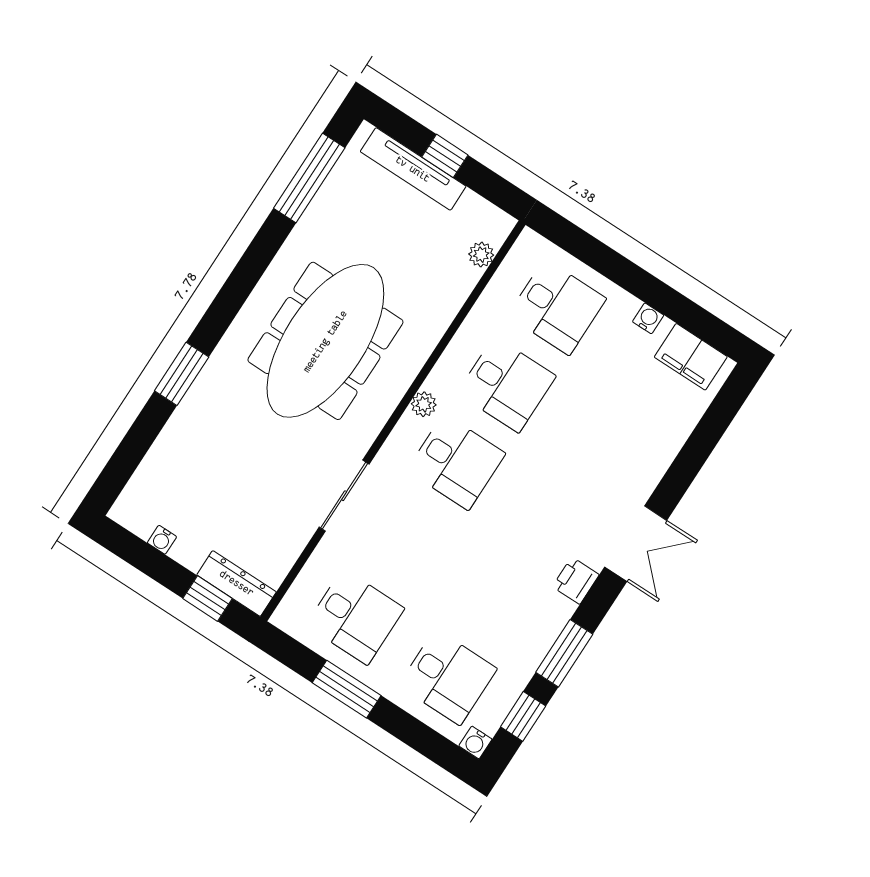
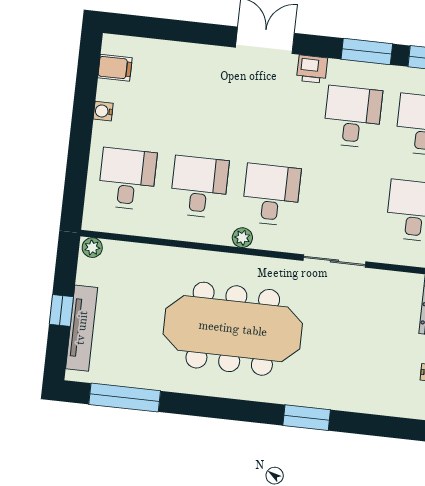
plant: (481, 255) -> (92, 248), moved
filing cabinet: (691, 357) -> (115, 68), width x0.50
desk: (498, 600) -> (353, 117), added

